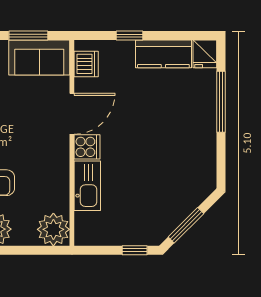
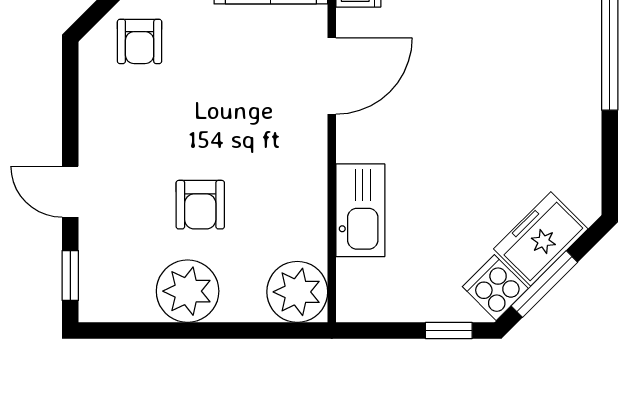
cooker: (87, 147) -> (495, 288), moved, turned -135
freezer: (184, 201) -> (541, 239), added

